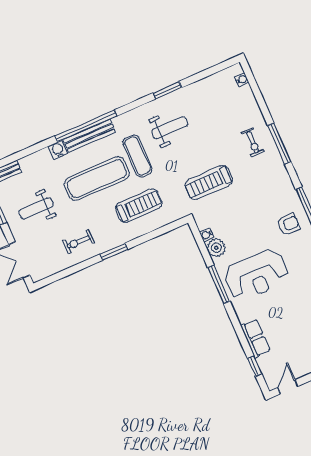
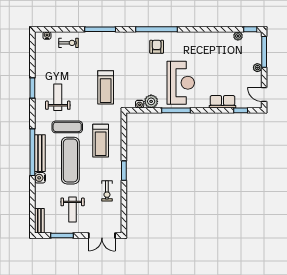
exercise bike: (252, 142) -> (69, 43), moved
treadmill: (139, 206) -> (101, 141), turned 180

